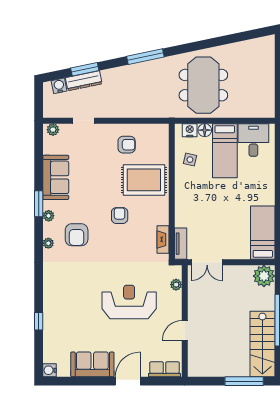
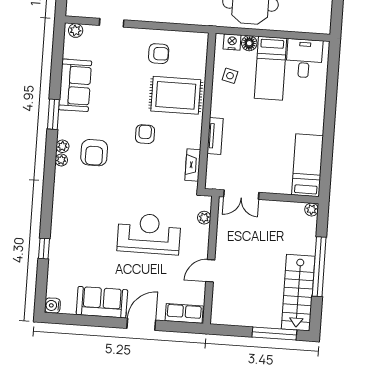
plant: (49, 216) -> (62, 146), moved
tv unit: (181, 244) -> (215, 136), moved
plant: (264, 276) -> (312, 209), width x0.53, depth x0.53

